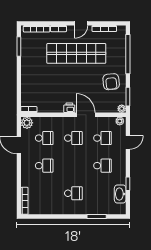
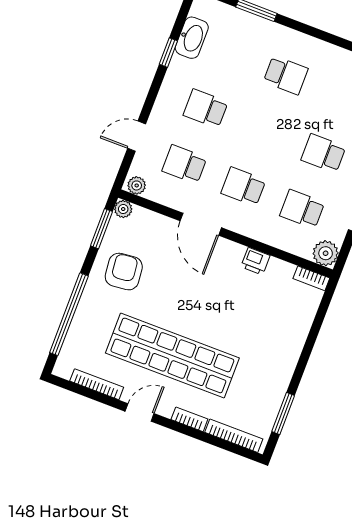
printer: (69, 108) -> (255, 261), moved
school desk: (73, 193) -> (286, 75), turned 180

